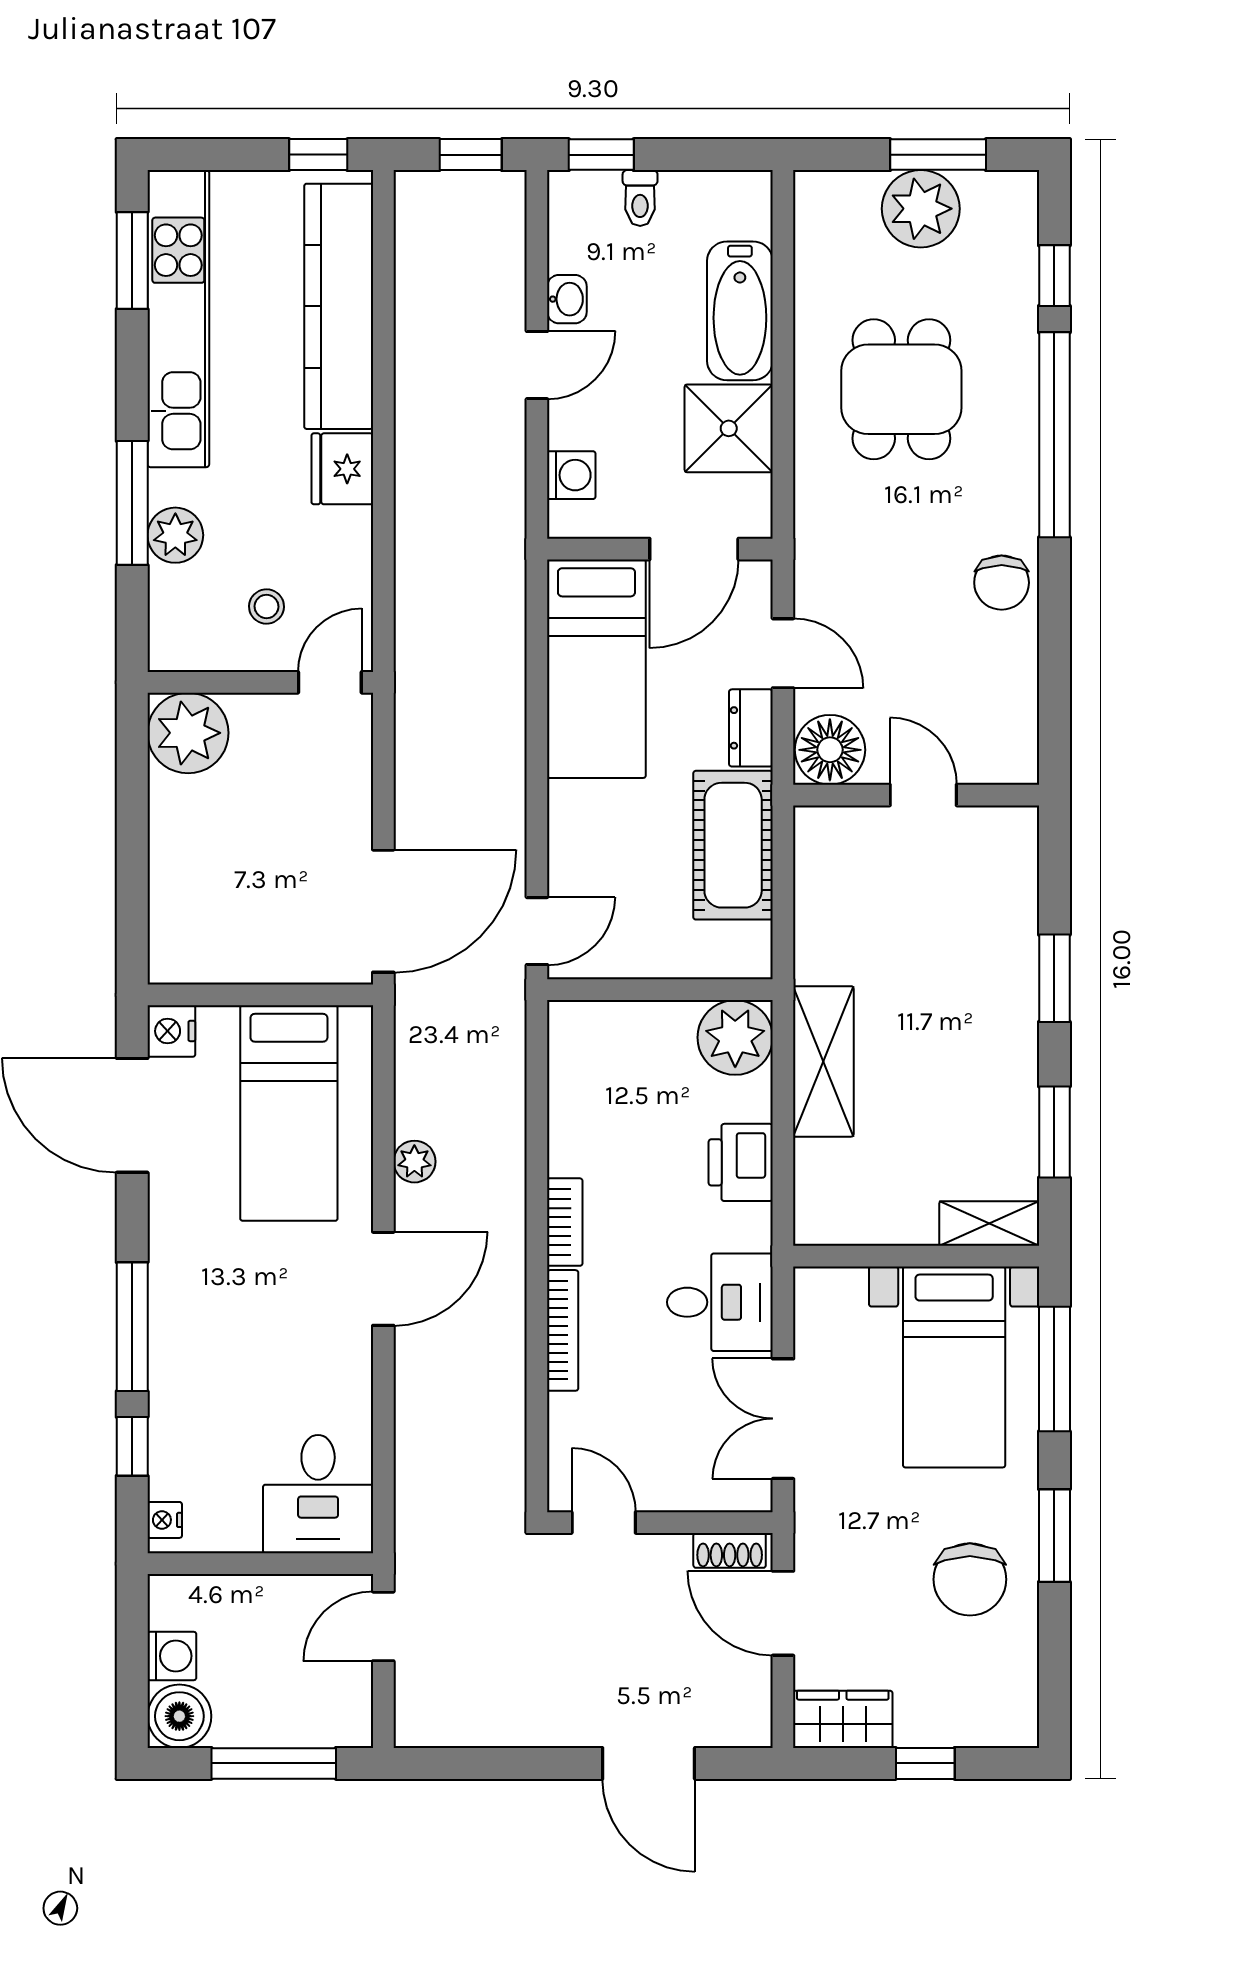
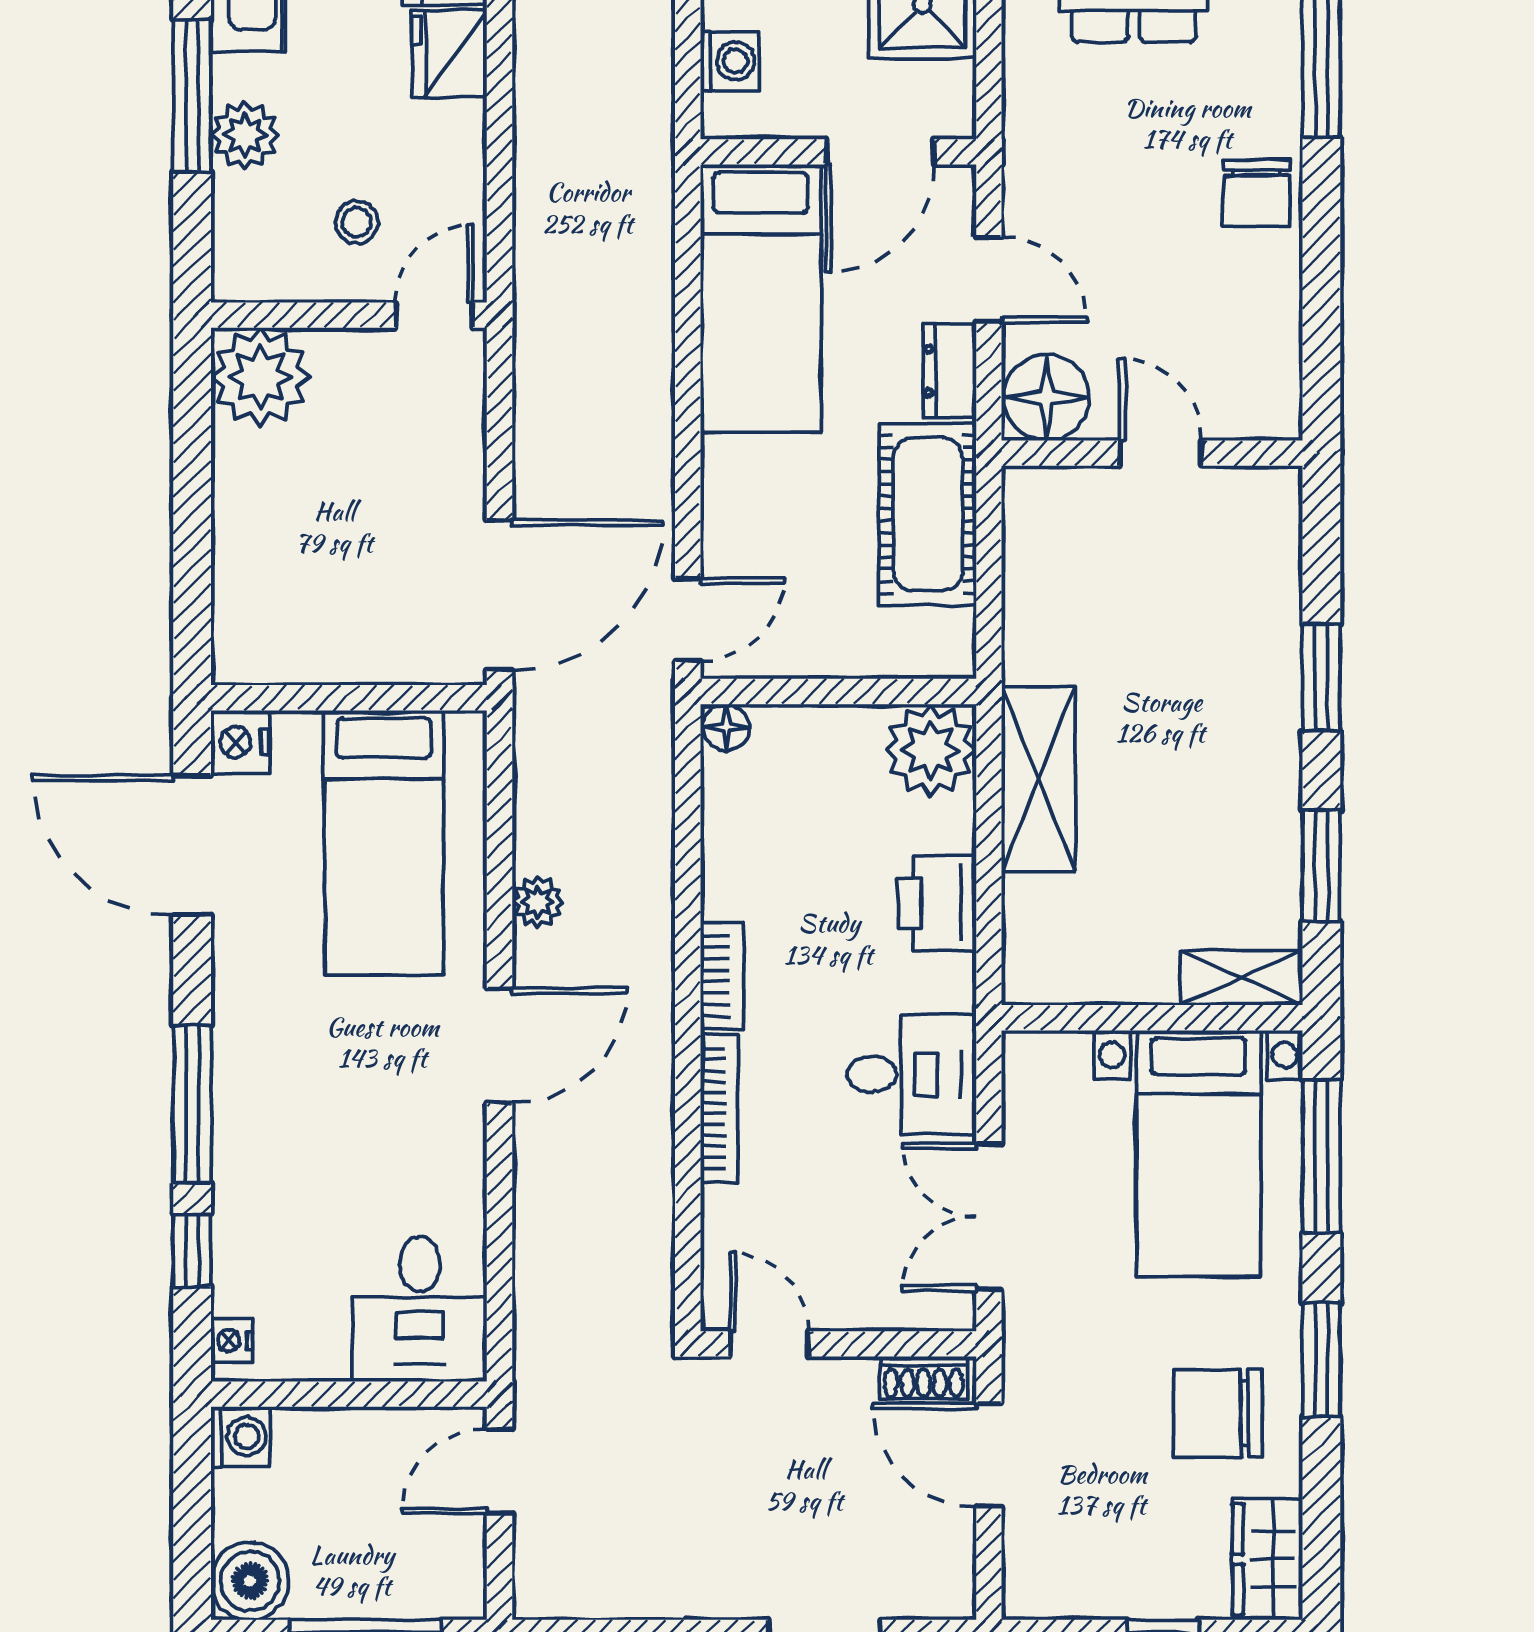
floor lamp: (568, 1019) -> (726, 727), added
chair: (970, 1579) -> (1218, 1413), turned 90
washing machine: (172, 1656) -> (241, 1436), moved
wardrobe: (843, 1719) -> (1267, 1559), moved, turned -90

